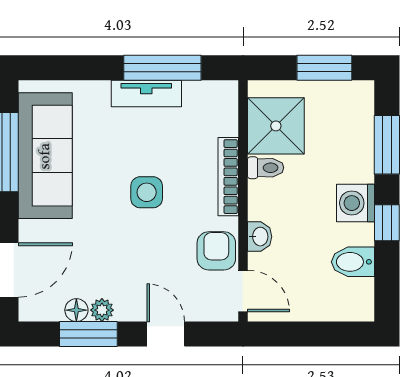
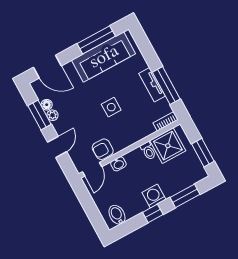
bookcase: (228, 177) -> (166, 121), moved, width x0.64
armchair: (216, 251) -> (103, 149), turned 180
bidet: (353, 262) -> (117, 215), moved

